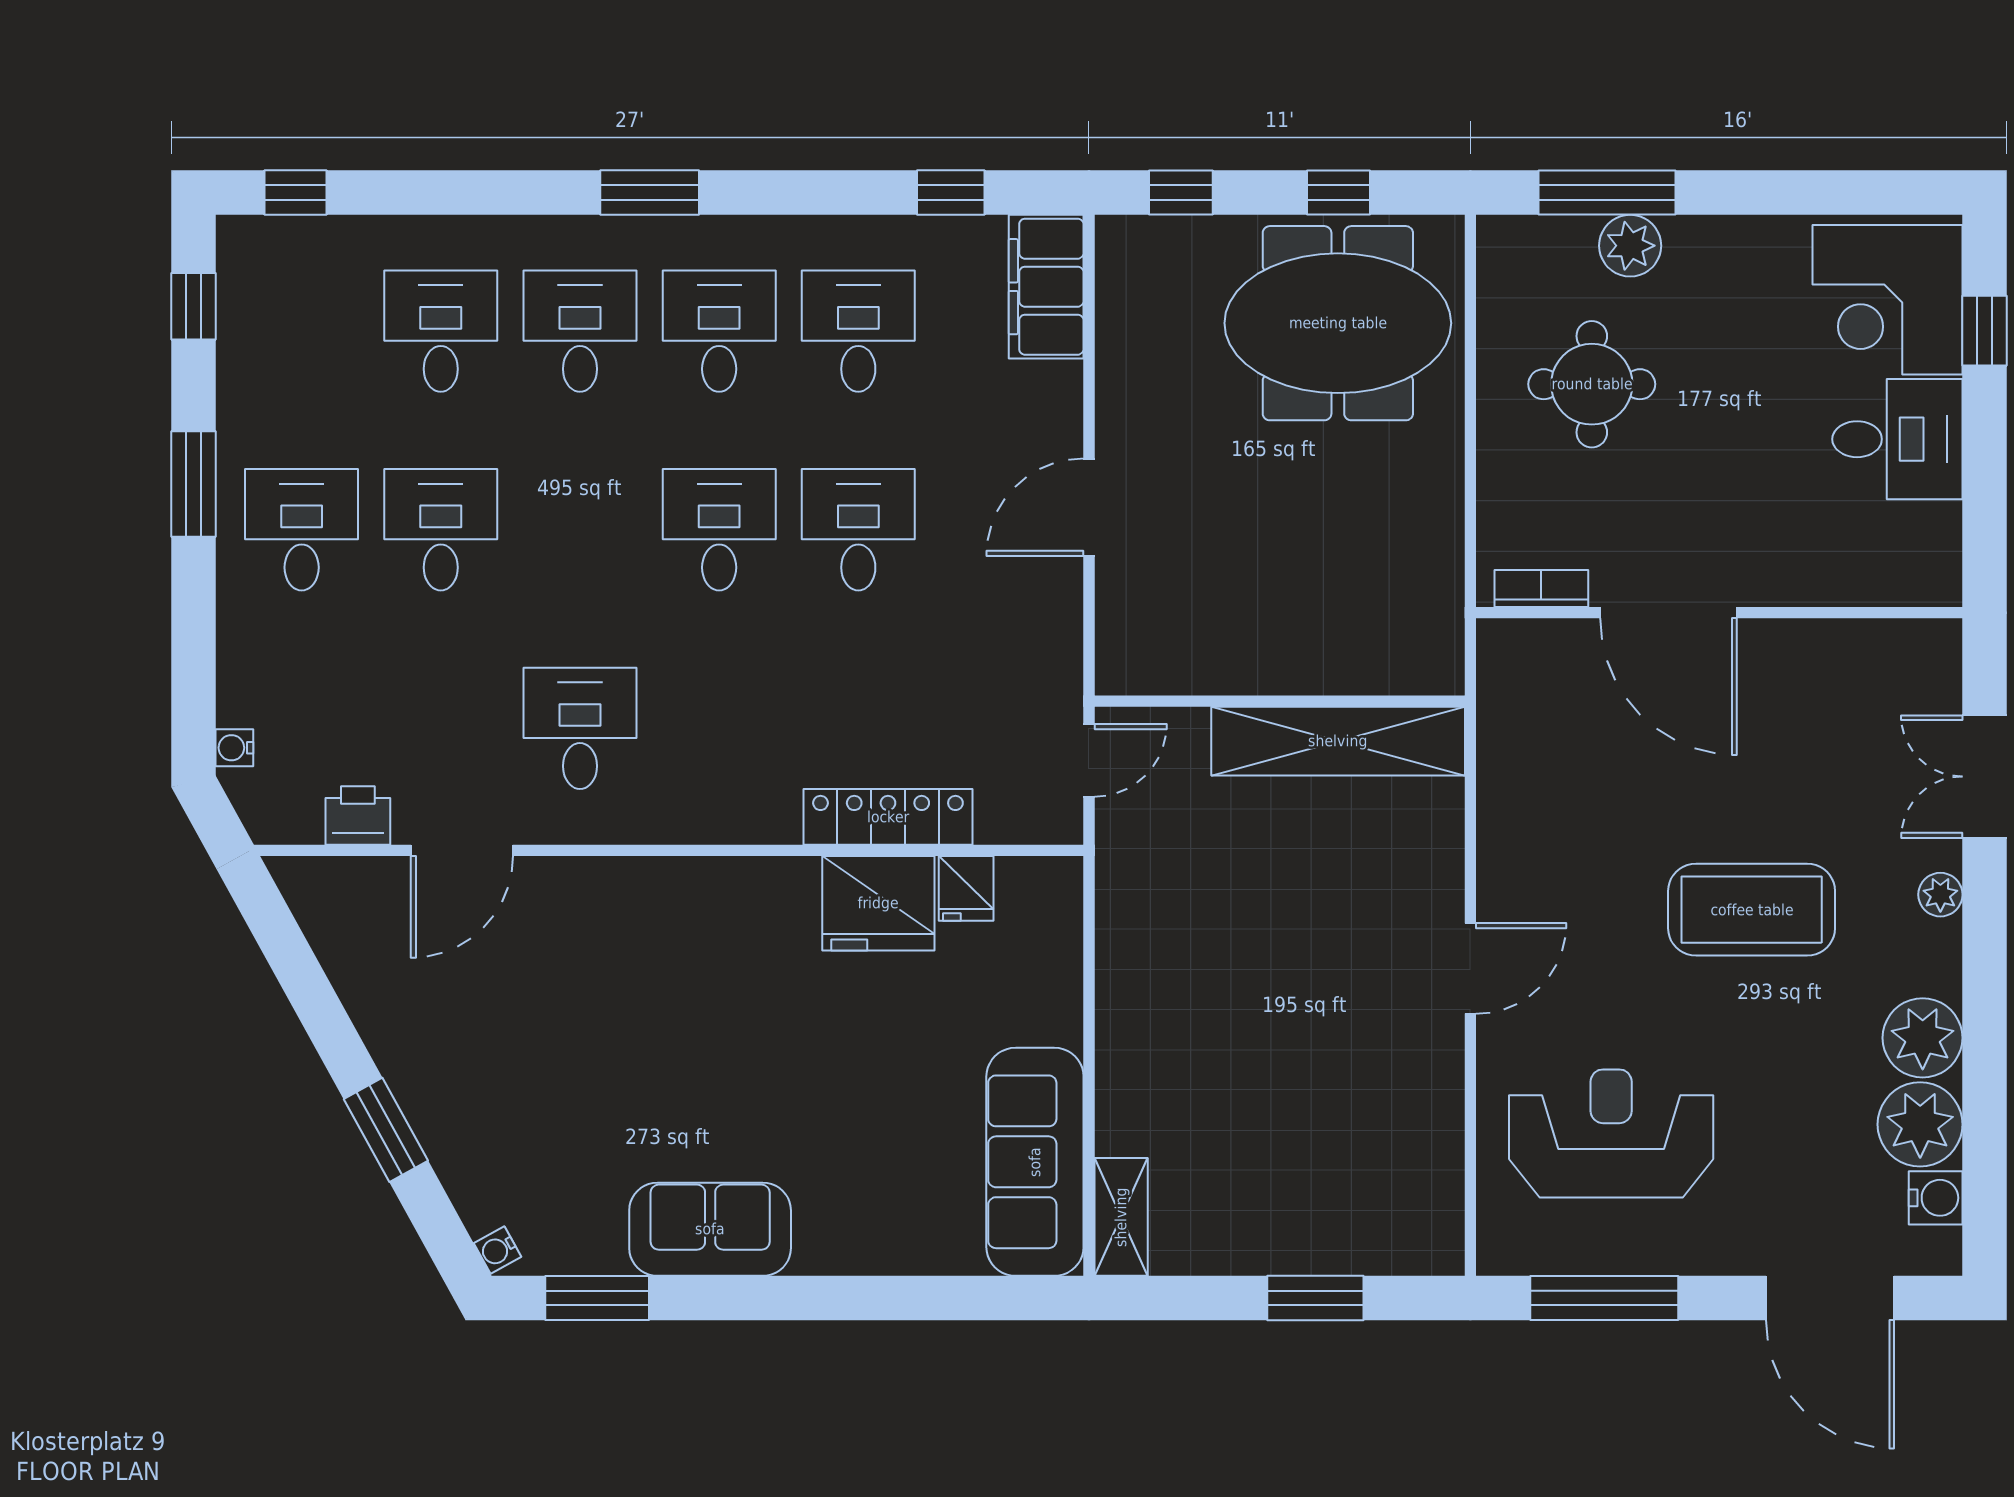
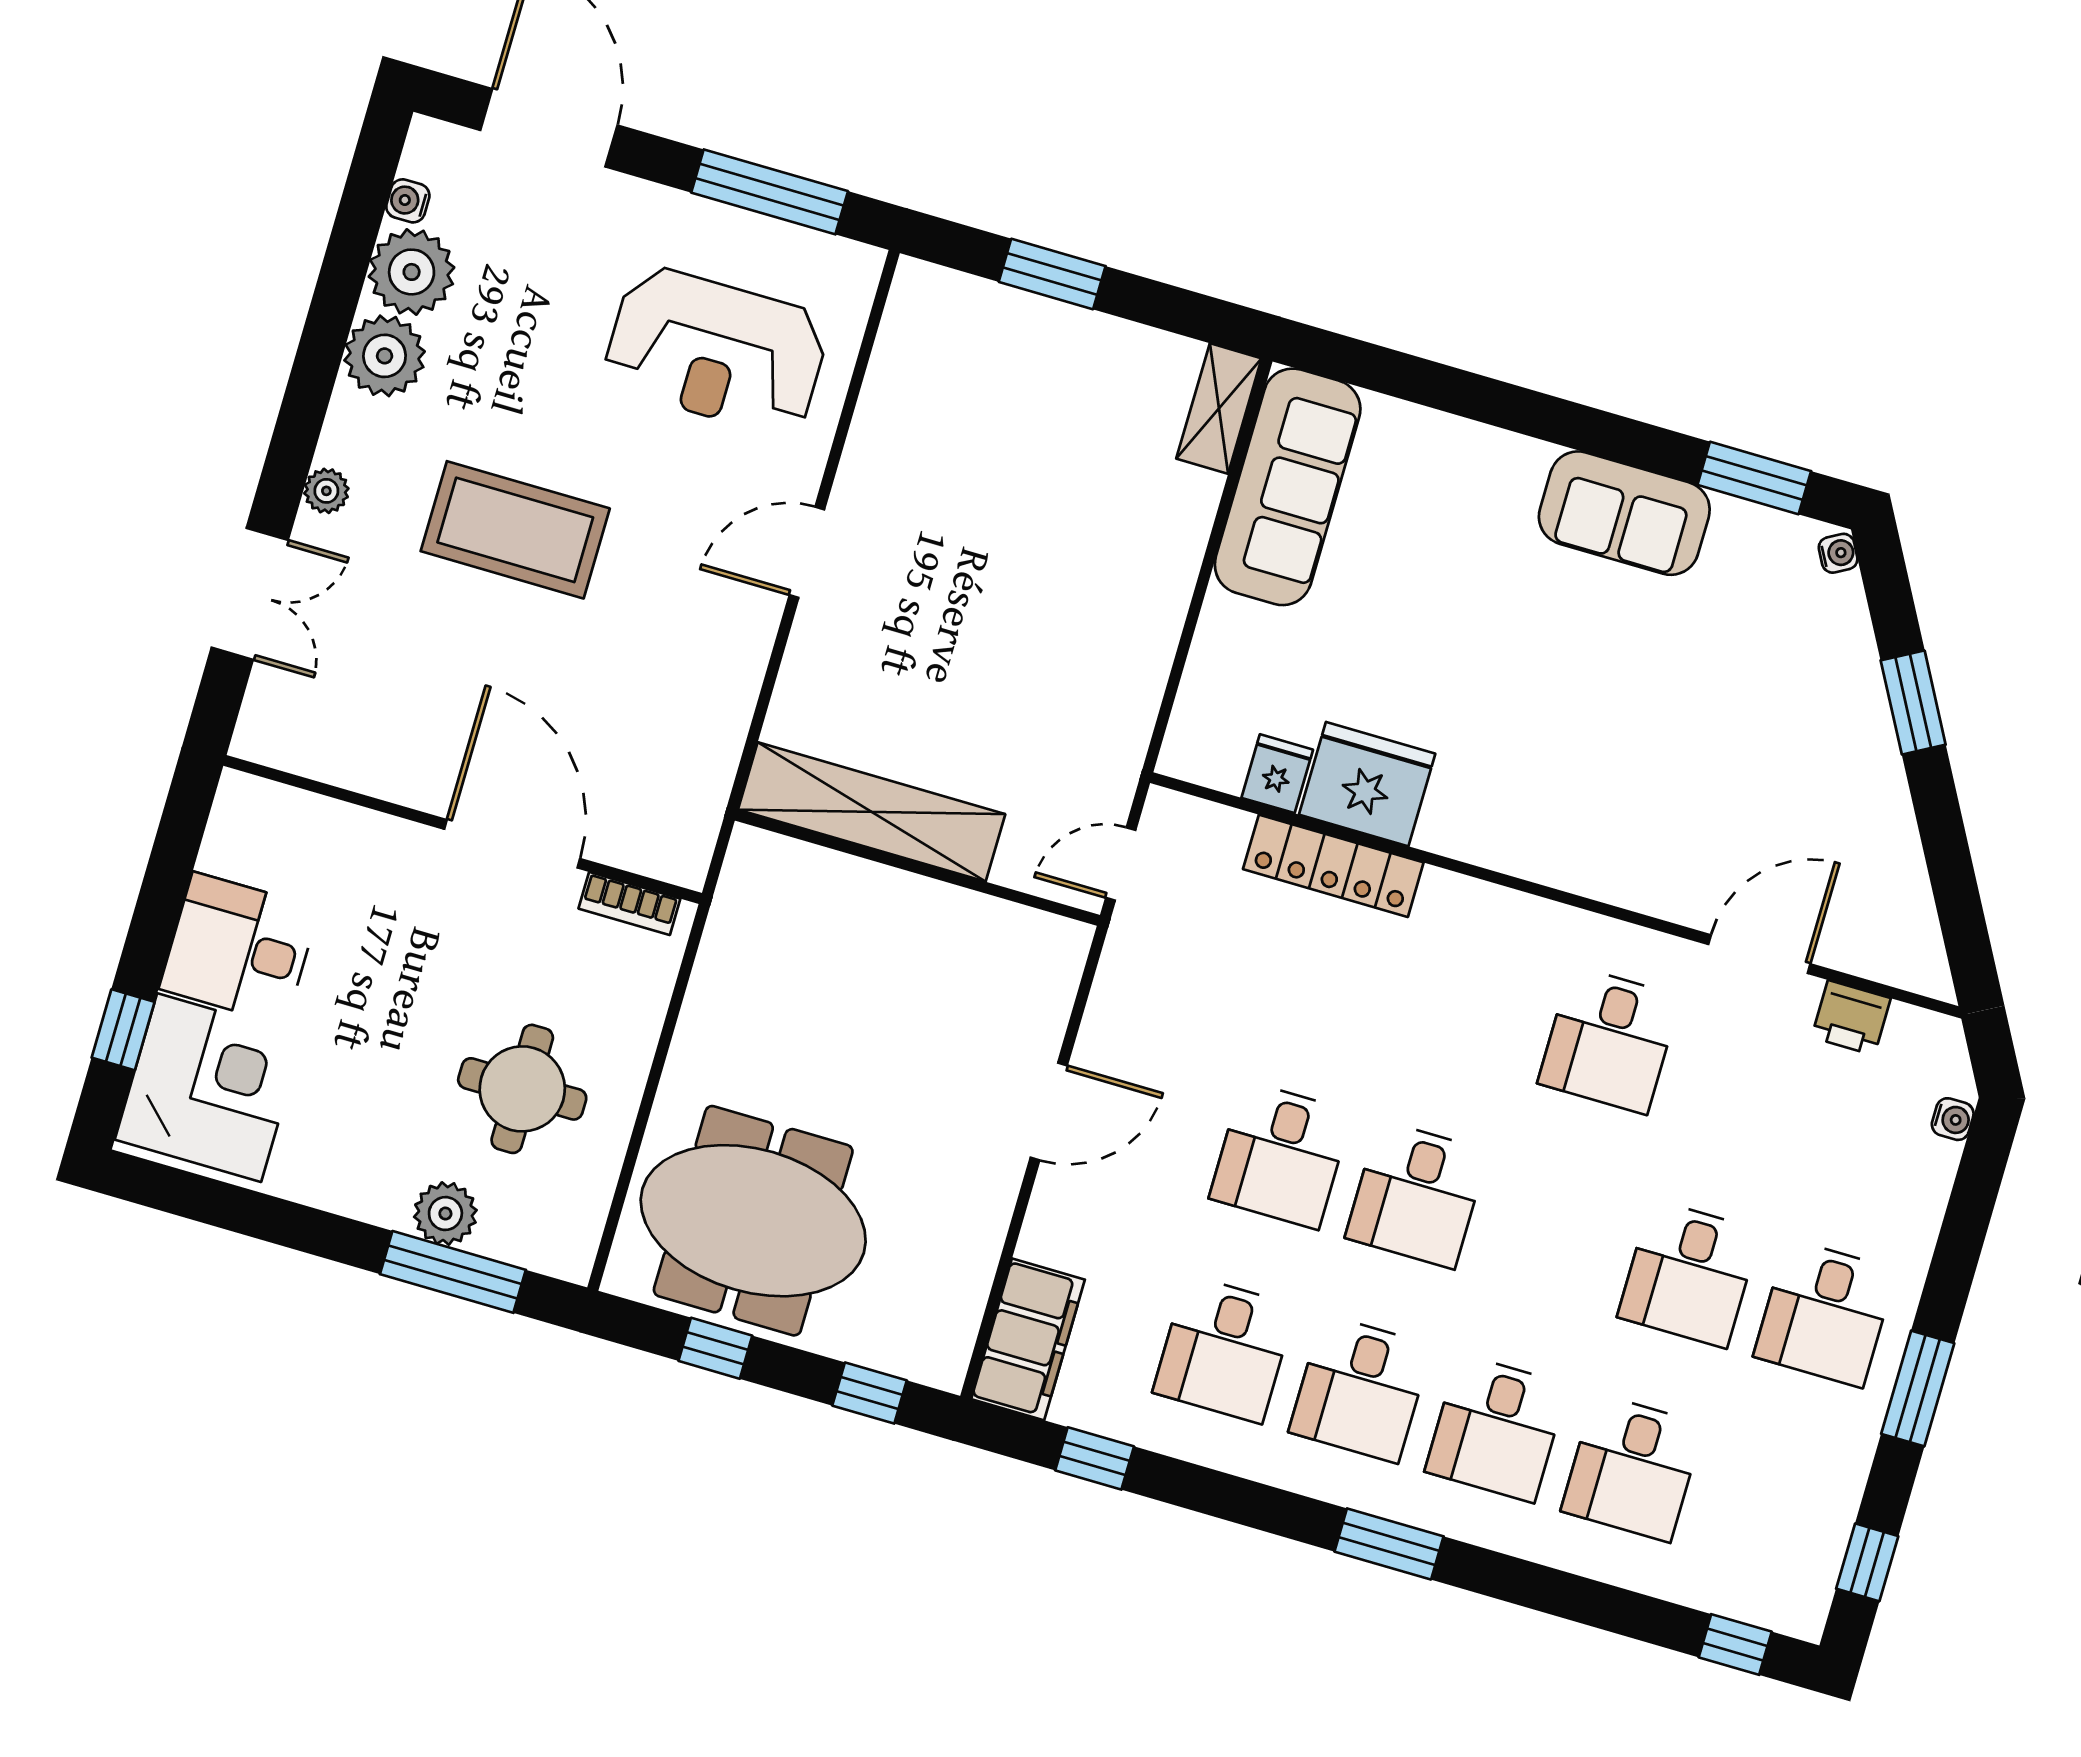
water cooler: (1936, 1198) -> (408, 201), width x0.72, depth x0.72

